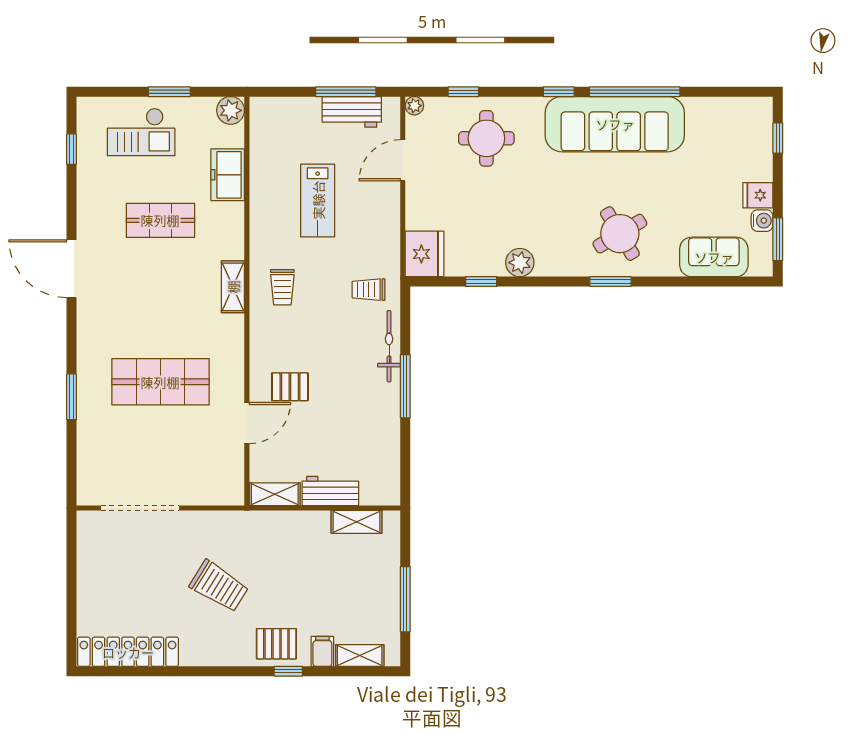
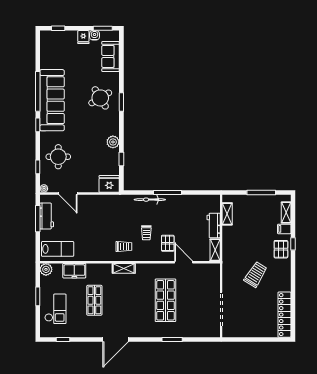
lab bench: (318, 200) -> (58, 249), moved
trolley: (368, 290) -> (146, 233), moved

